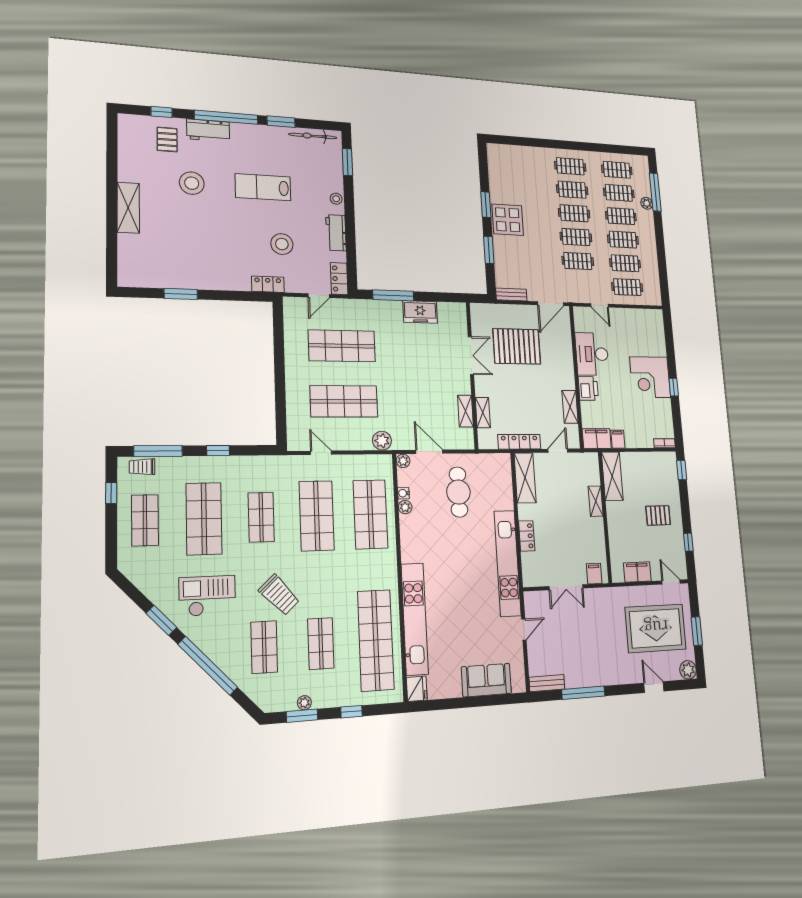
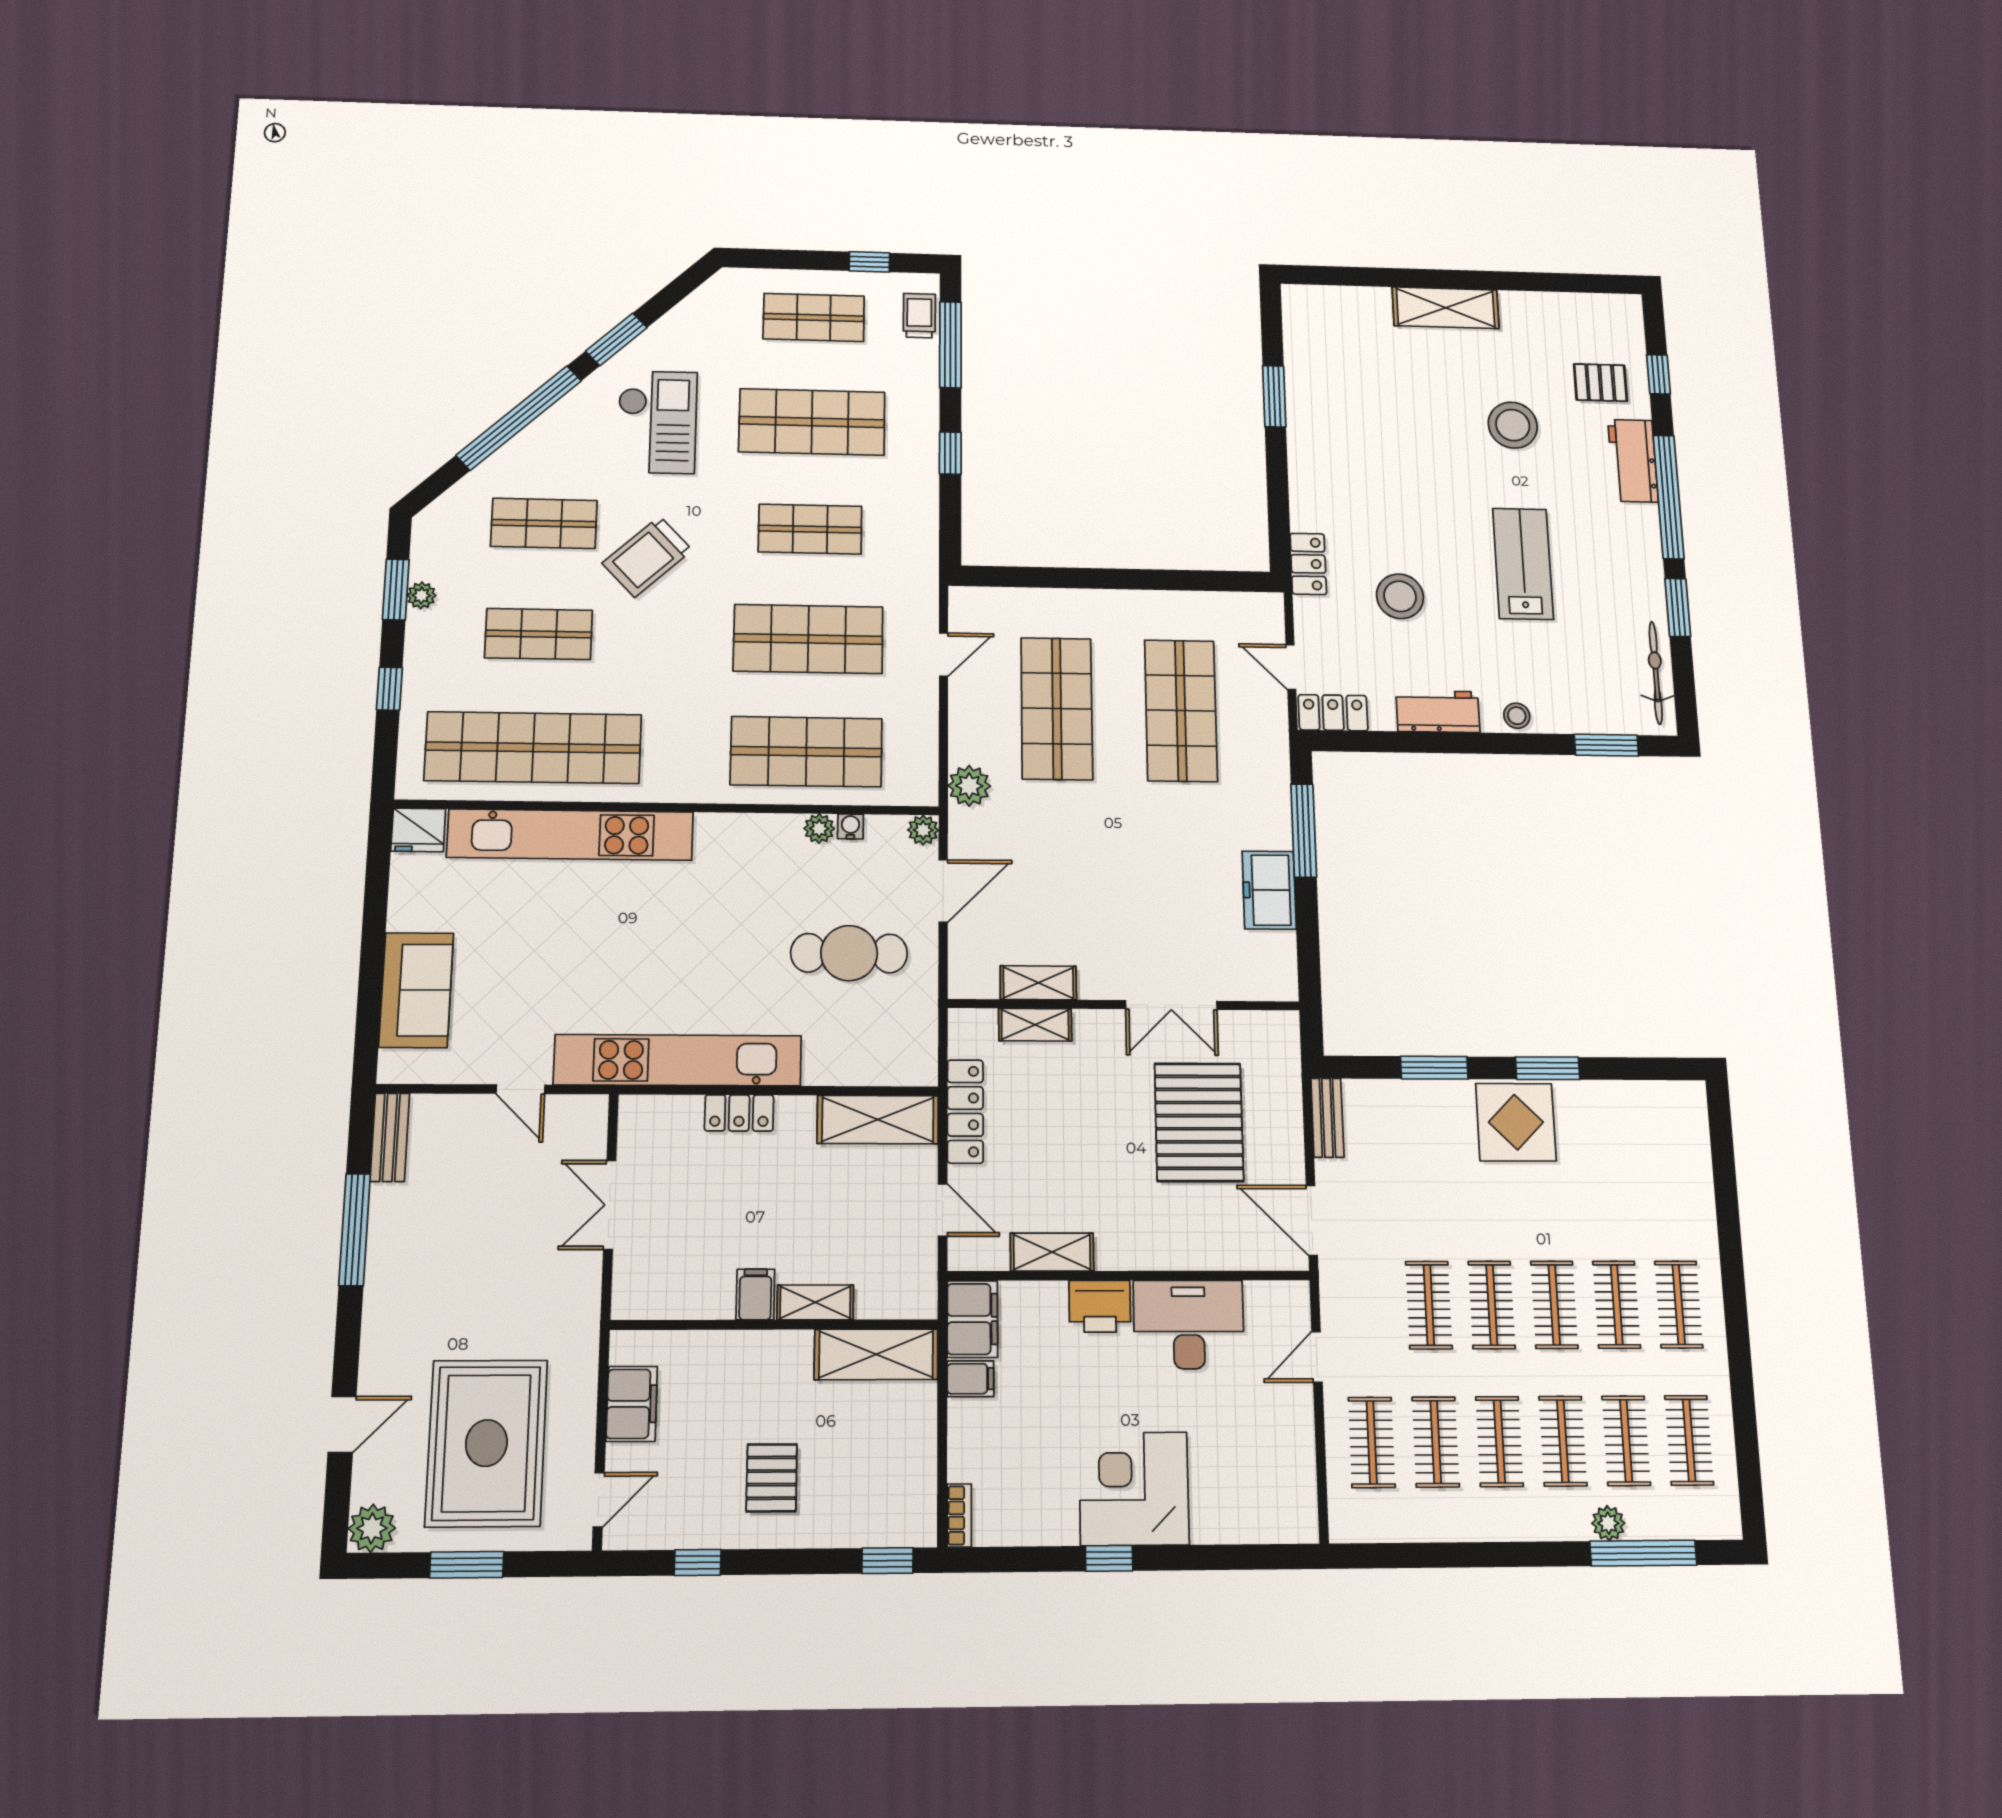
filing cabinet: (594, 574) -> (755, 1294), moved, turned -90

